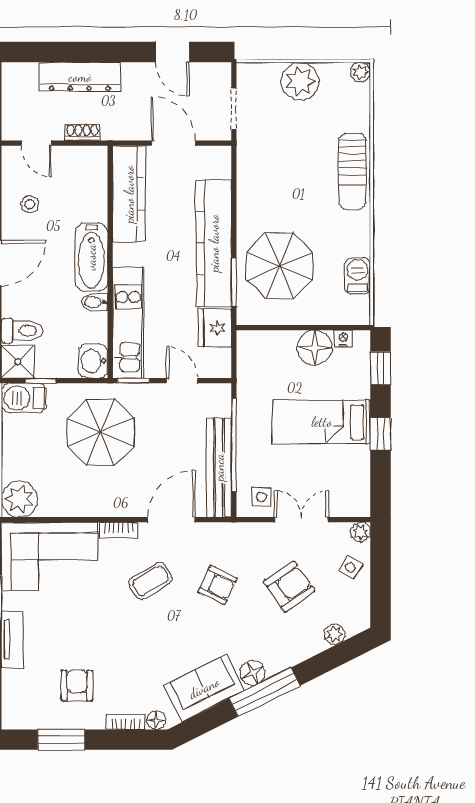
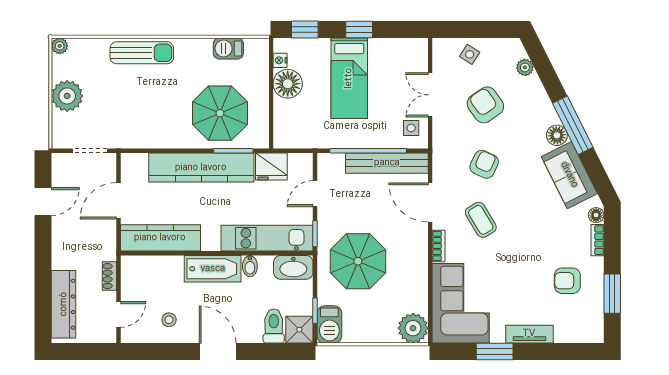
dresser: (80, 77) -> (64, 304), moved
washbasin: (93, 361) -> (293, 267), width x1.38
plant: (361, 532) -> (440, 46), removed

